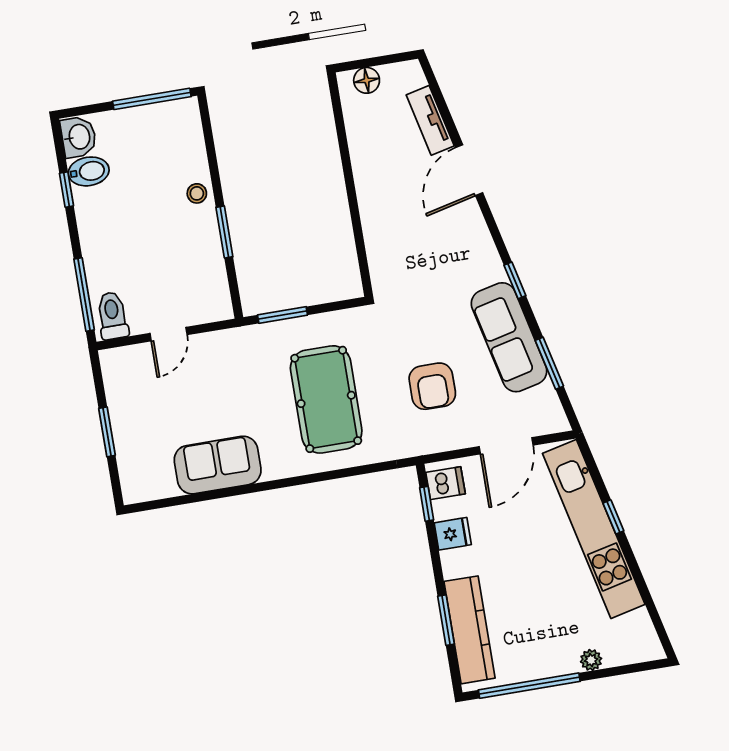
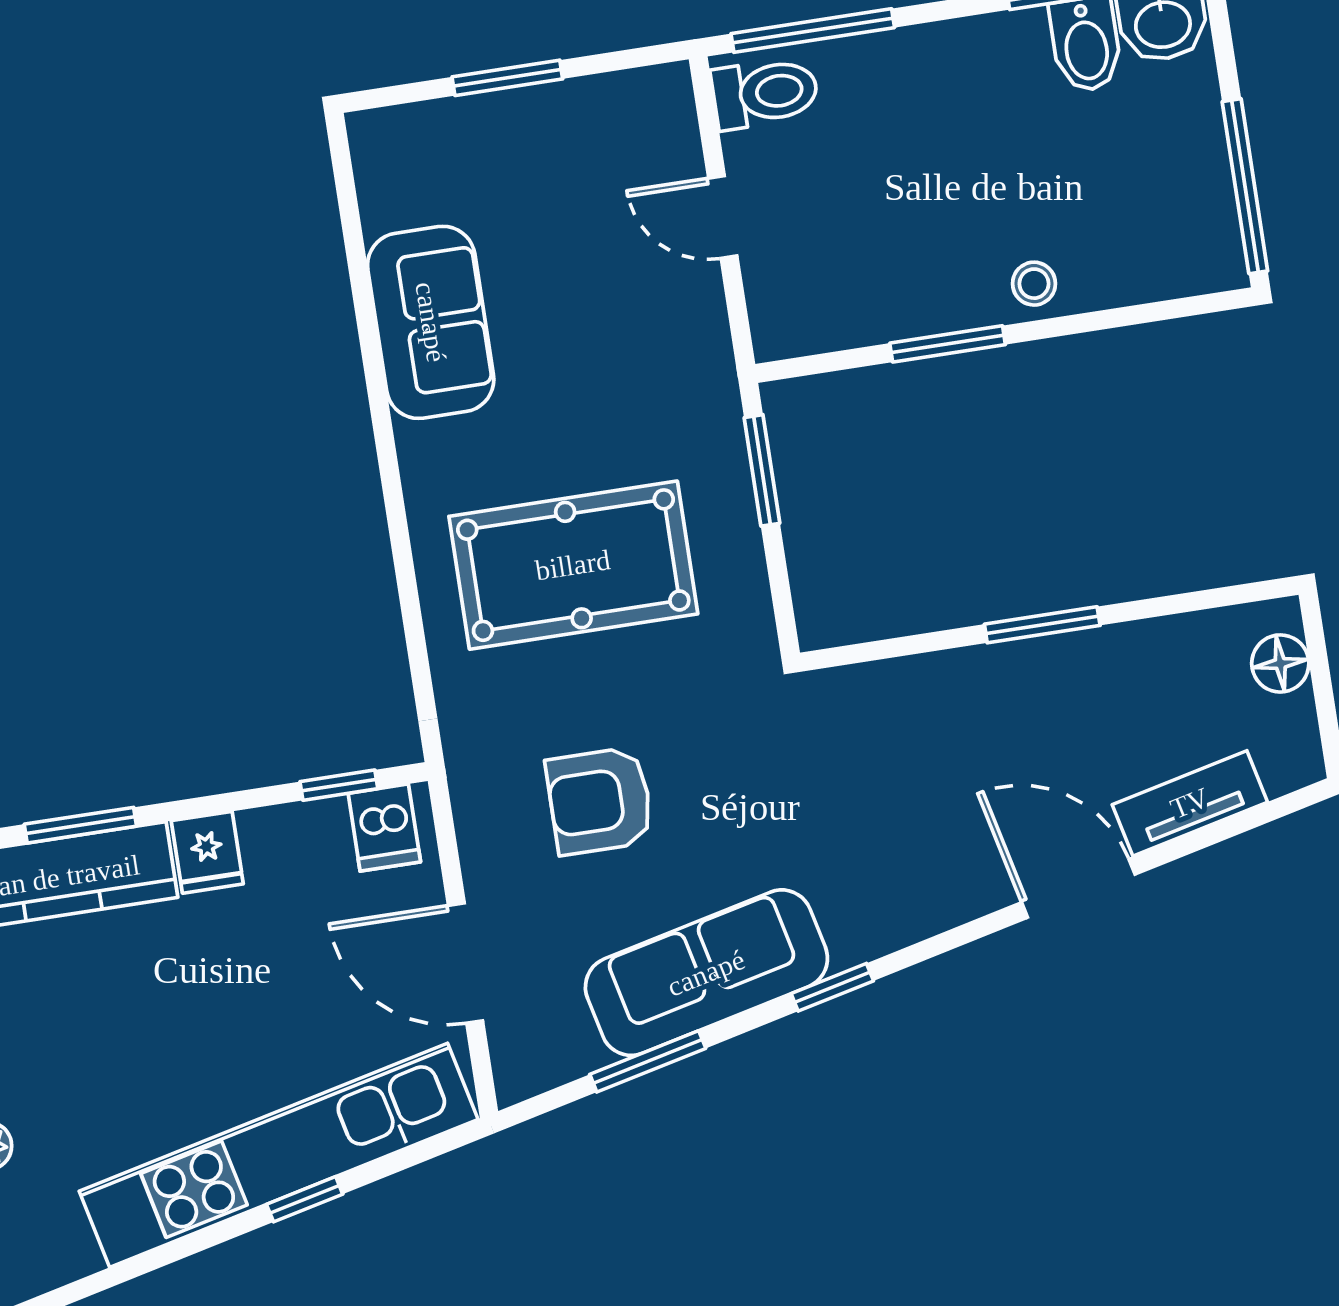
window: (351, 188) -> (1042, 625), added
fridge: (453, 534) -> (207, 852), moved

